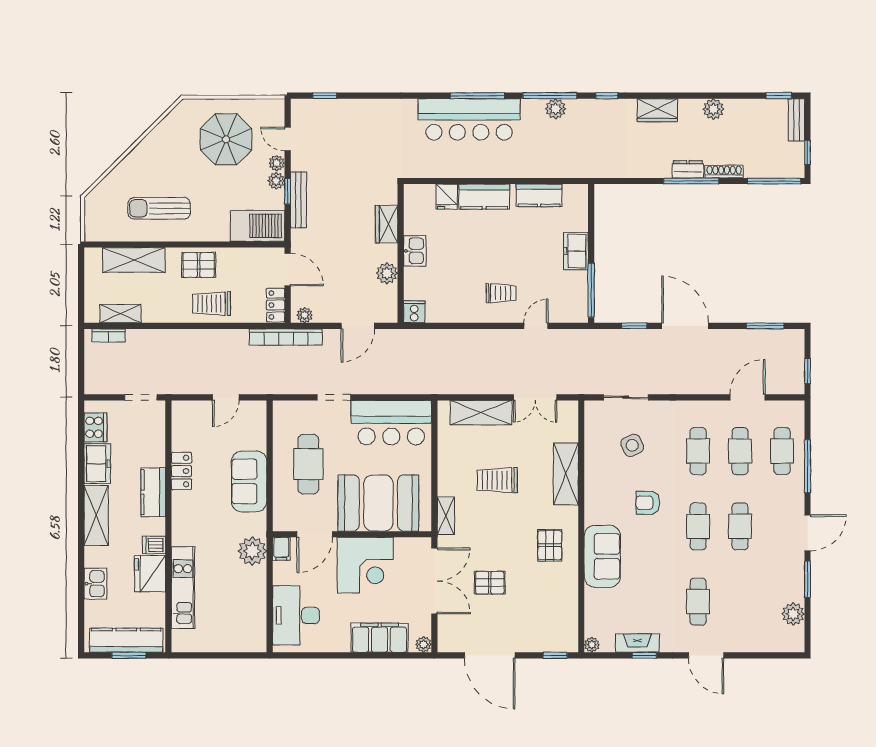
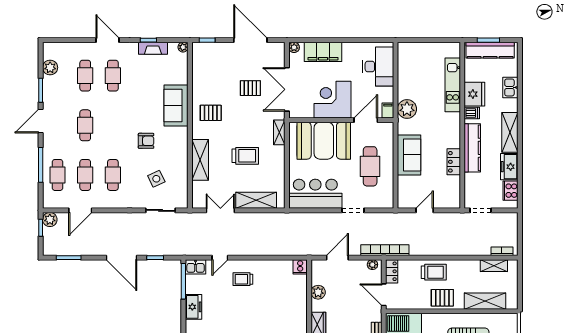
kitchen sink: (415, 251) -> (196, 267), moved, turned -90
plant: (794, 383) -> (50, 220), added
kitchen counter: (153, 492) -> (472, 148), width x1.50
cafe table: (698, 526) -> (85, 76), moved
pallet: (550, 545) -> (211, 113), turned 90

